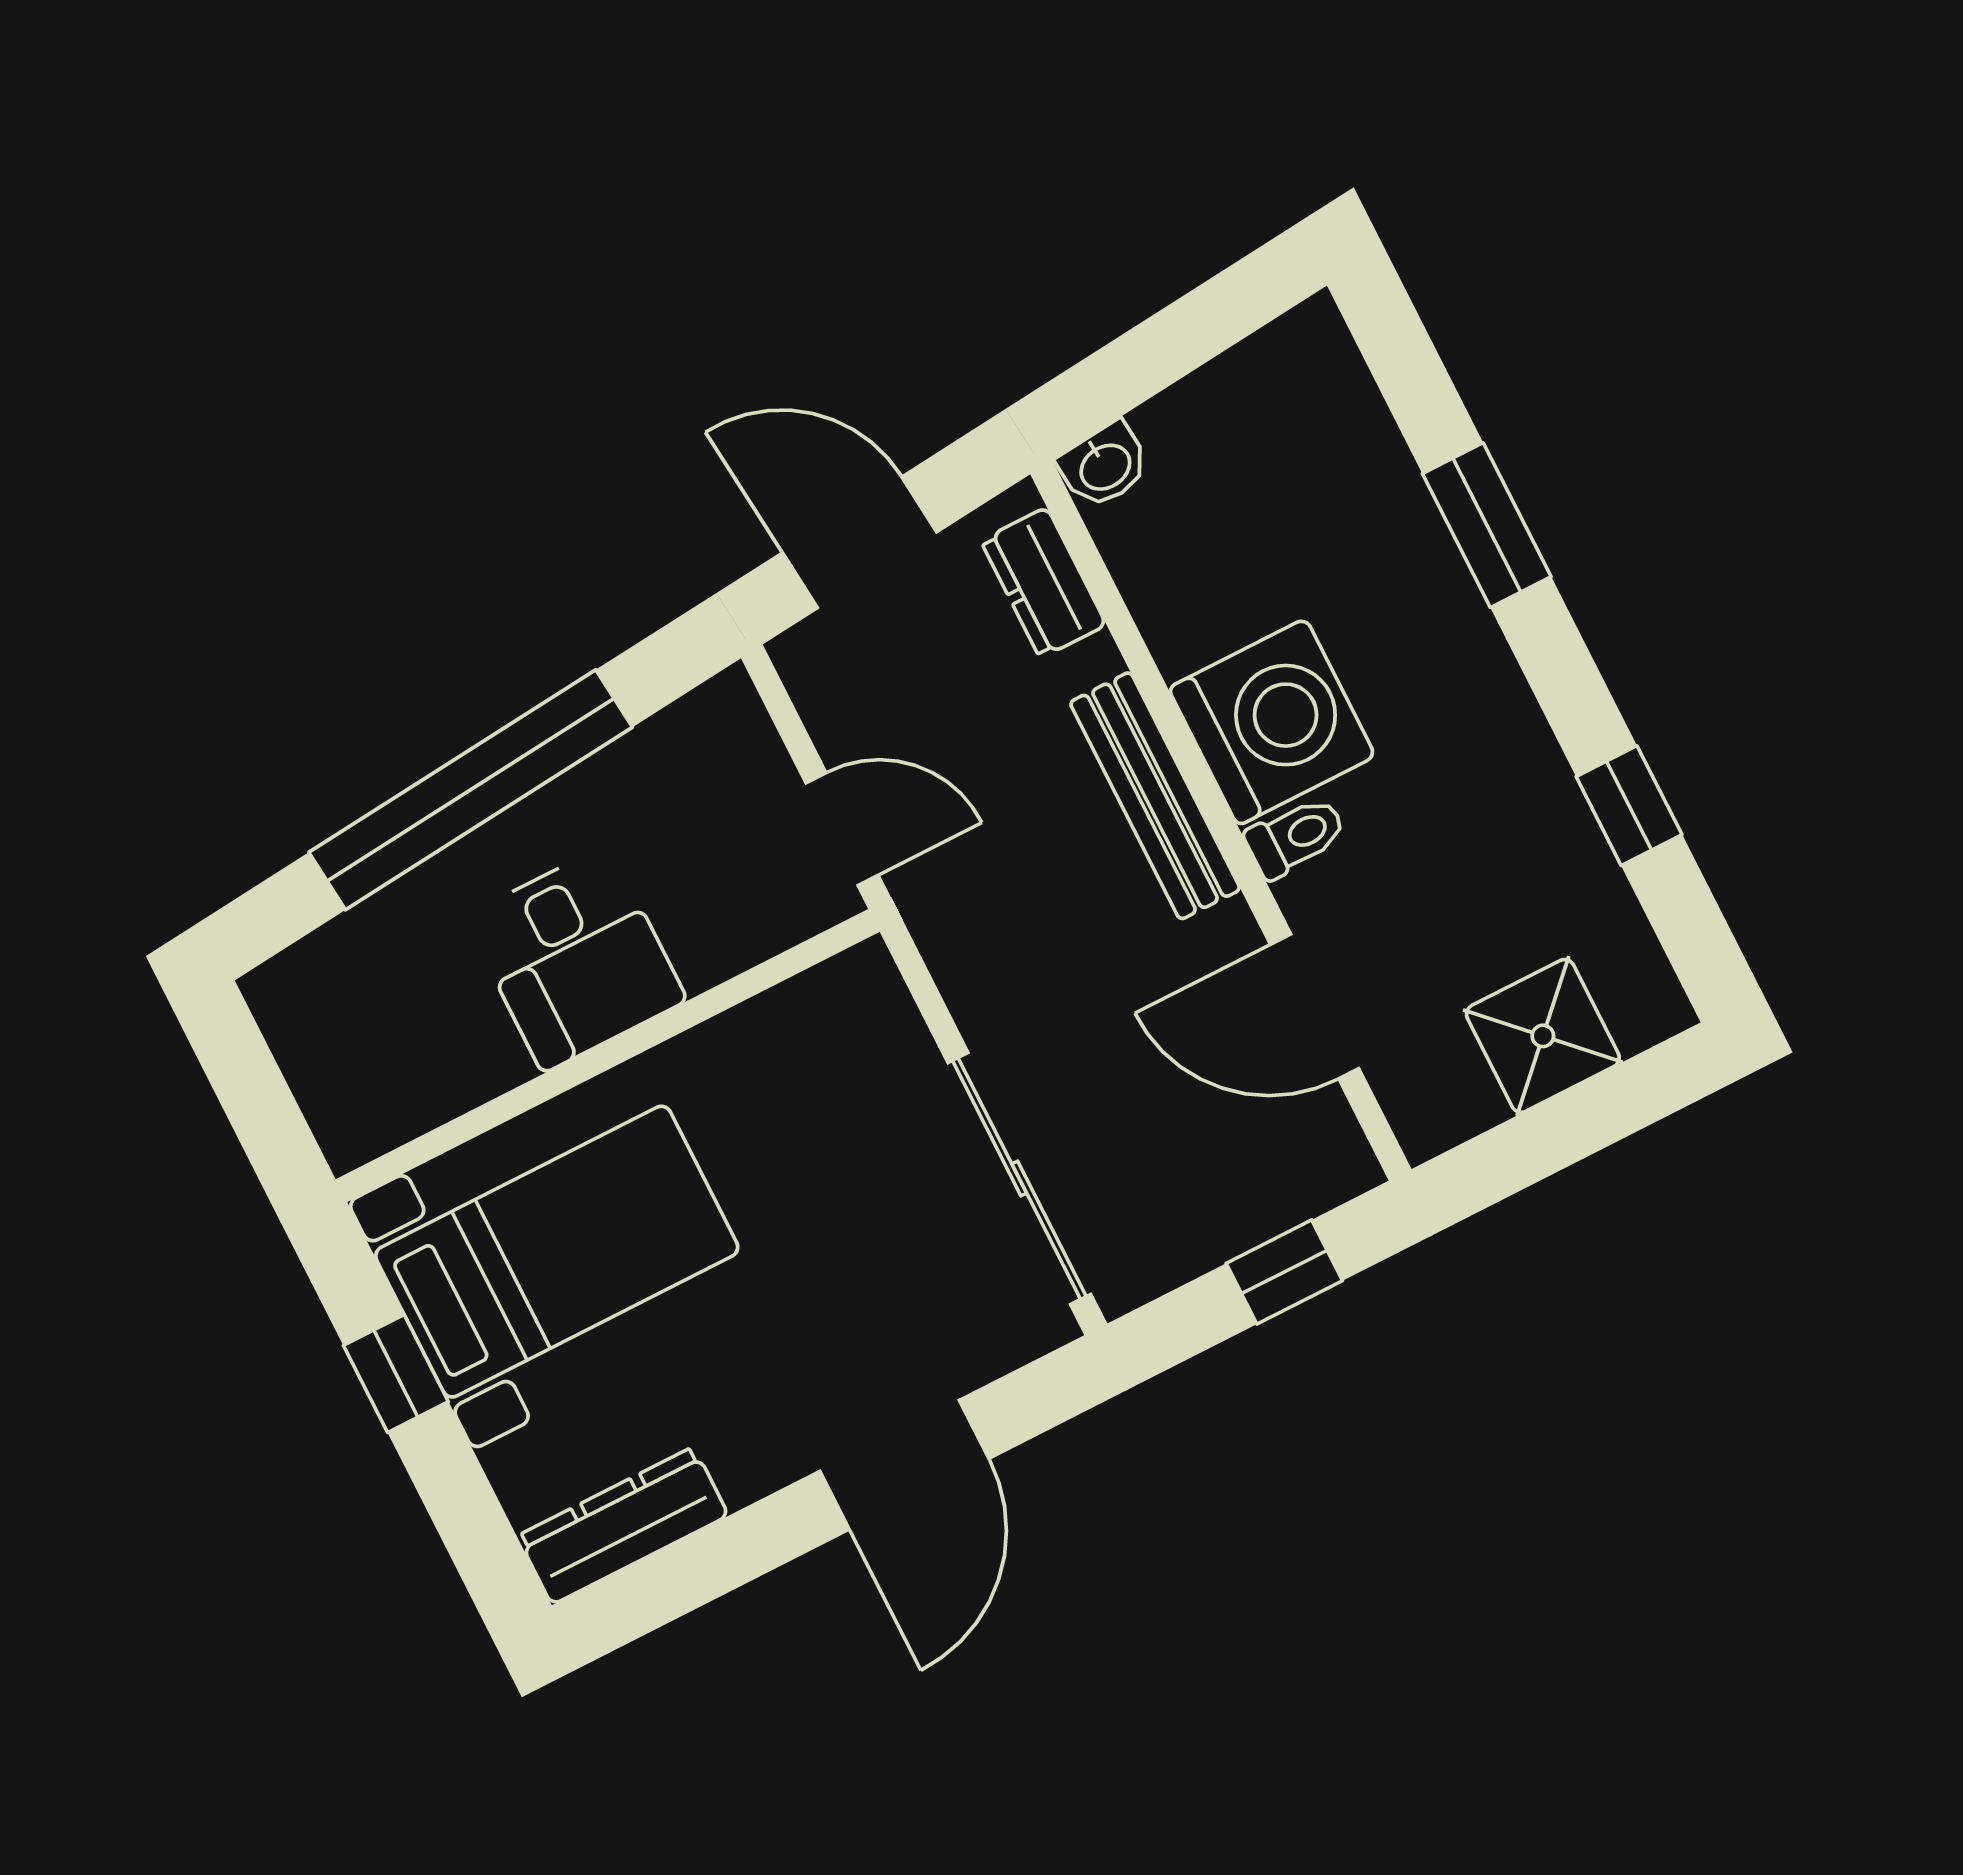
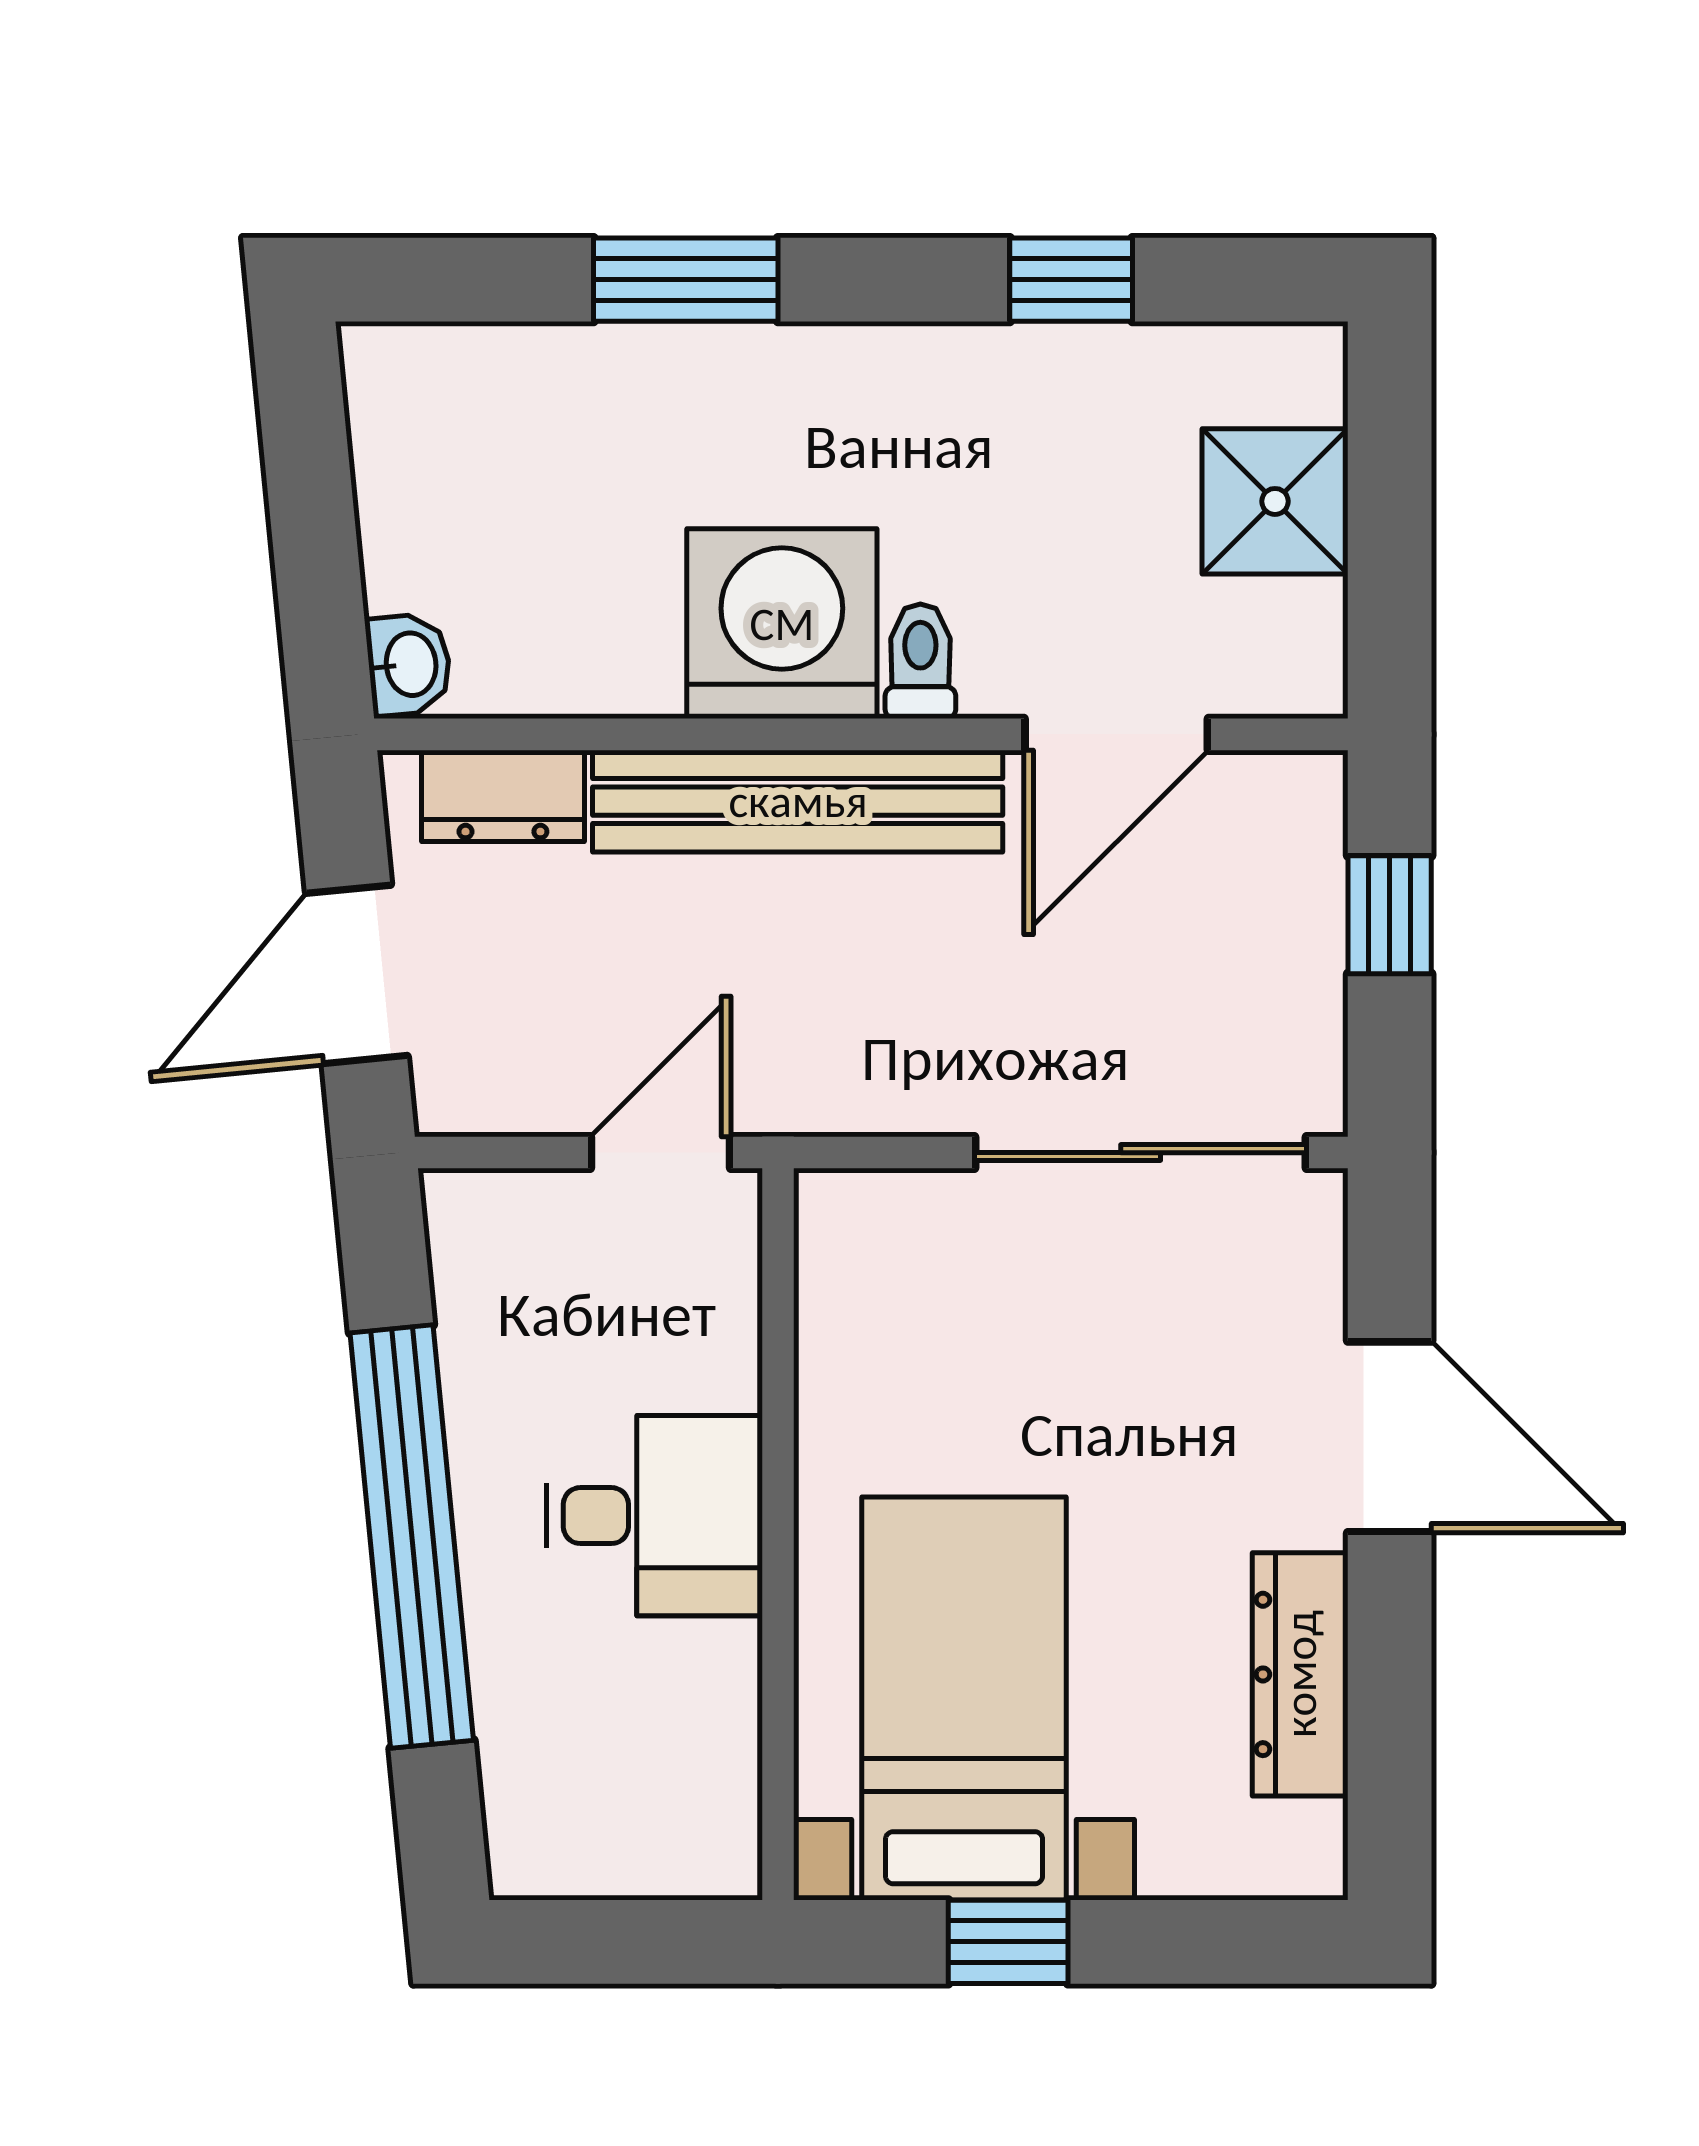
bench: (1155, 796) -> (798, 801), width x1.37, depth x1.21
dresser: (623, 1526) -> (1300, 1674), moved

